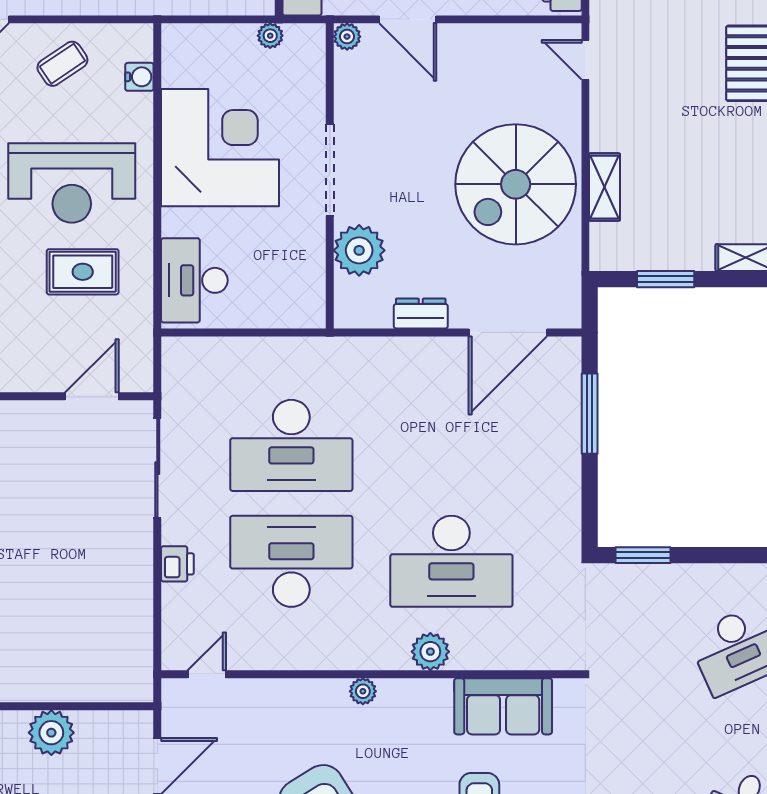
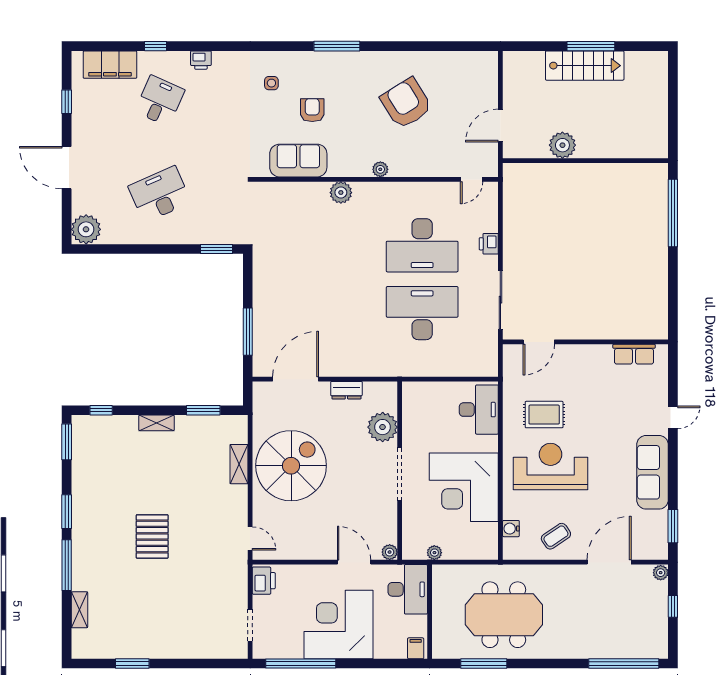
desk: (451, 561) -> (329, 245), removed

